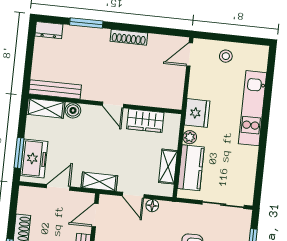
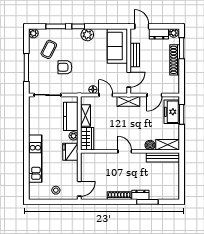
dresser: (49, 30) -> (140, 195), moved
wardrobe: (145, 121) -> (87, 139), moved, turned 90

